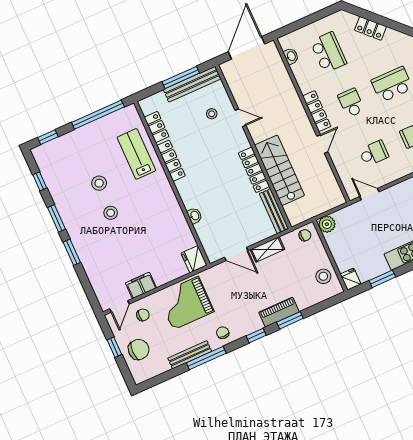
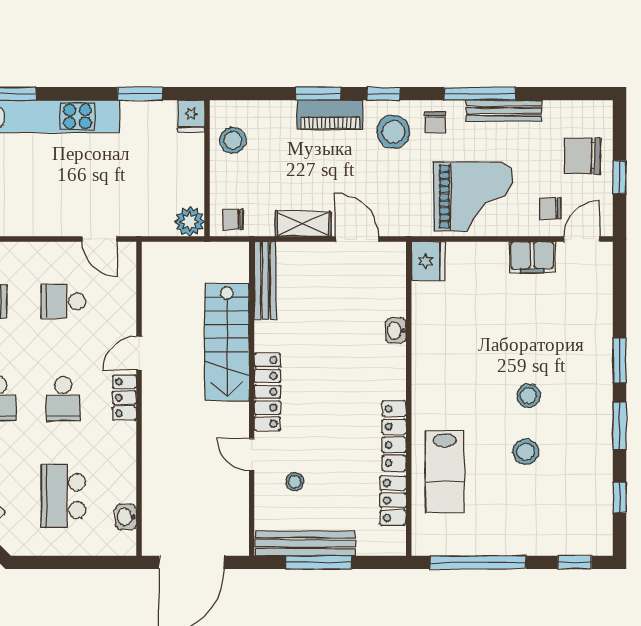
locker: (317, 111) -> (124, 398), width x0.66
locker: (254, 170) -> (267, 392), moved
stool: (242, 318) -> (393, 132), added

